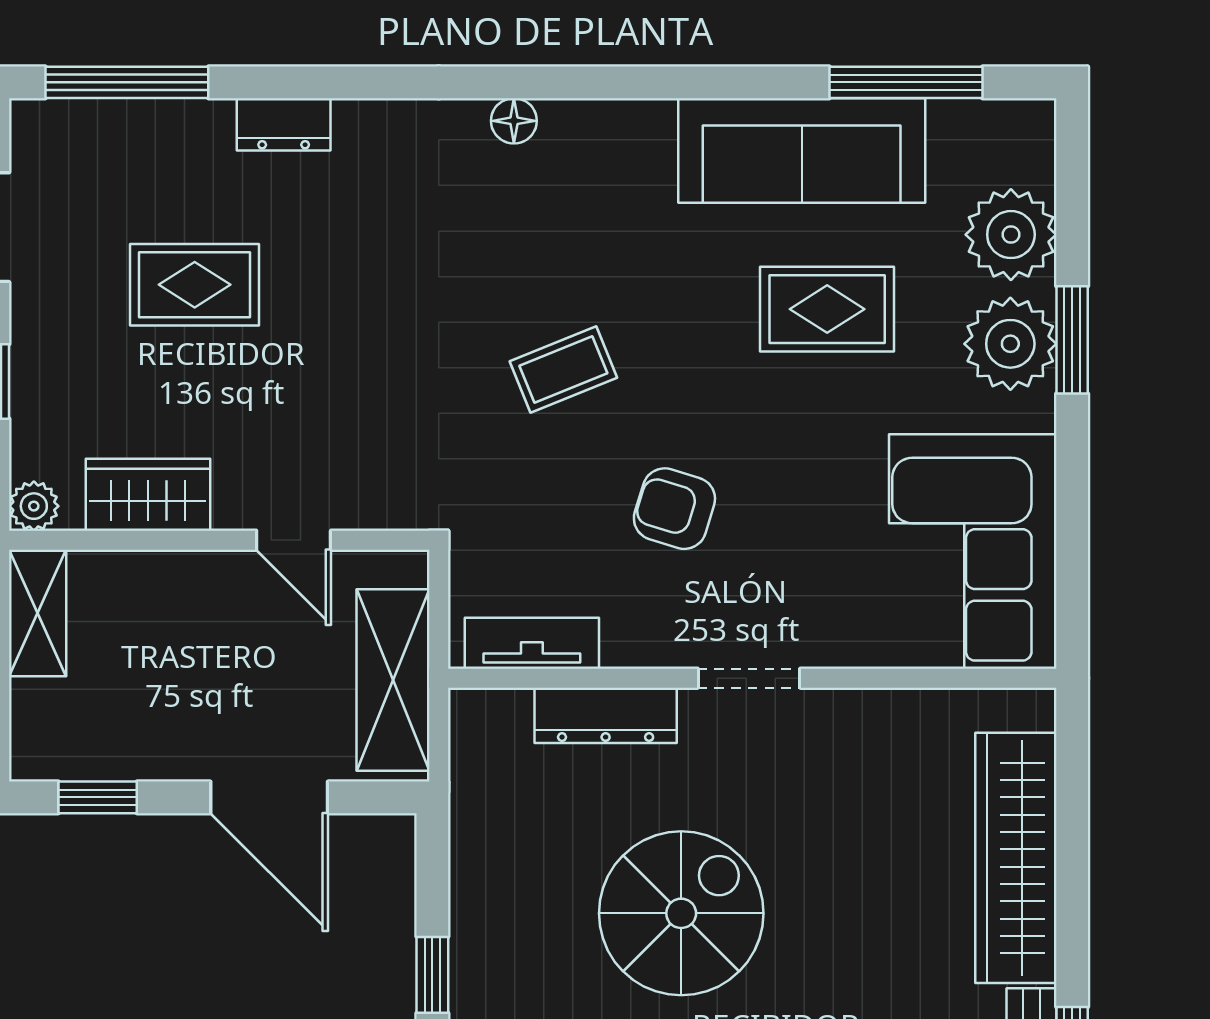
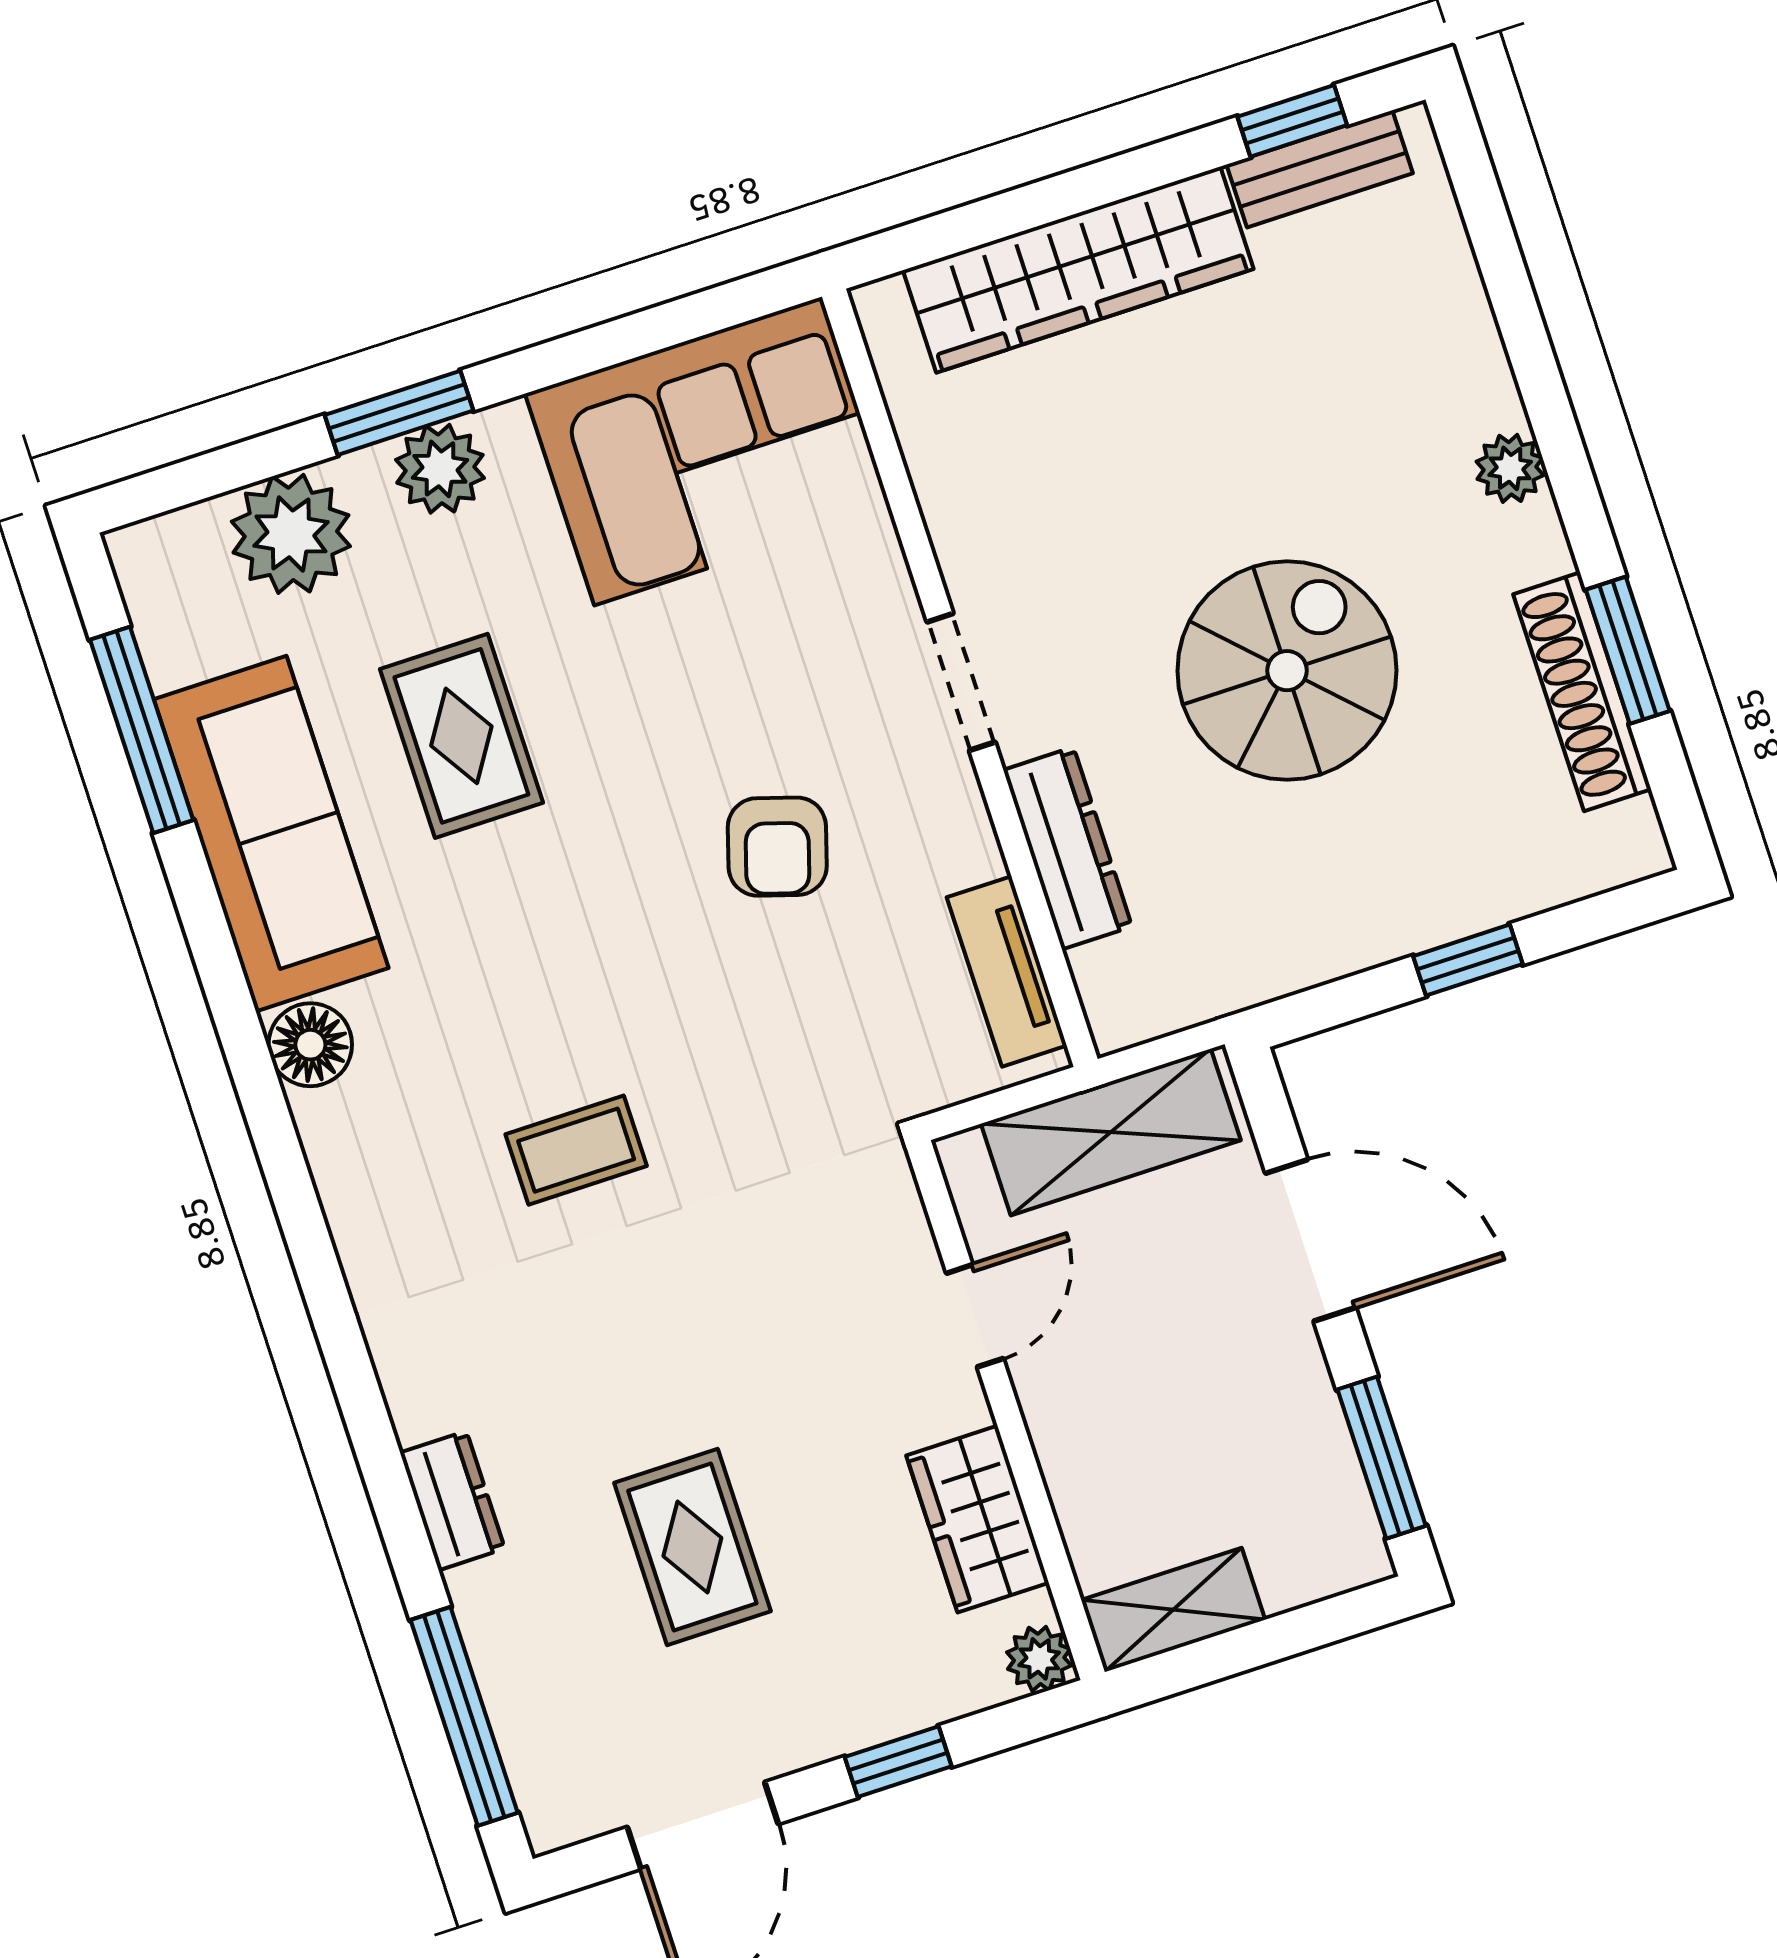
floor lamp: (514, 121) -> (310, 1045), moved, width x1.37, depth x1.37
plant: (1010, 344) -> (440, 469), width x0.73, depth x0.73
coffee table: (563, 370) -> (576, 1150), moved, turned -68
window: (98, 797) -> (1382, 1458), width x1.50
door: (269, 797) -> (1311, 1240), hinge flipped
spiral stairs: (681, 913) -> (1287, 671), turned 90

